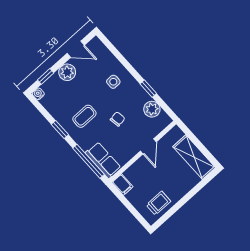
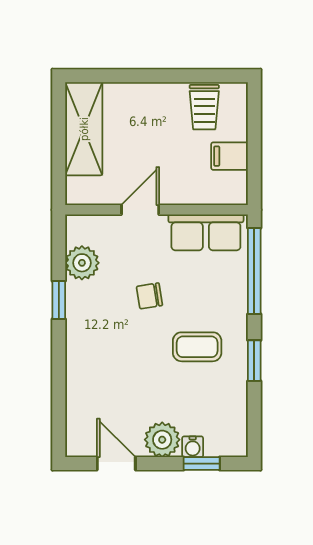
side table: (113, 82) -> (103, 360), removed
water cooler: (38, 94) -> (193, 447), moved
row of seats: (103, 160) -> (206, 232), moved, turned -90
filing cabinet: (122, 185) -> (230, 156), moved, turned -90
trolley: (158, 203) -> (204, 107), turned -90

